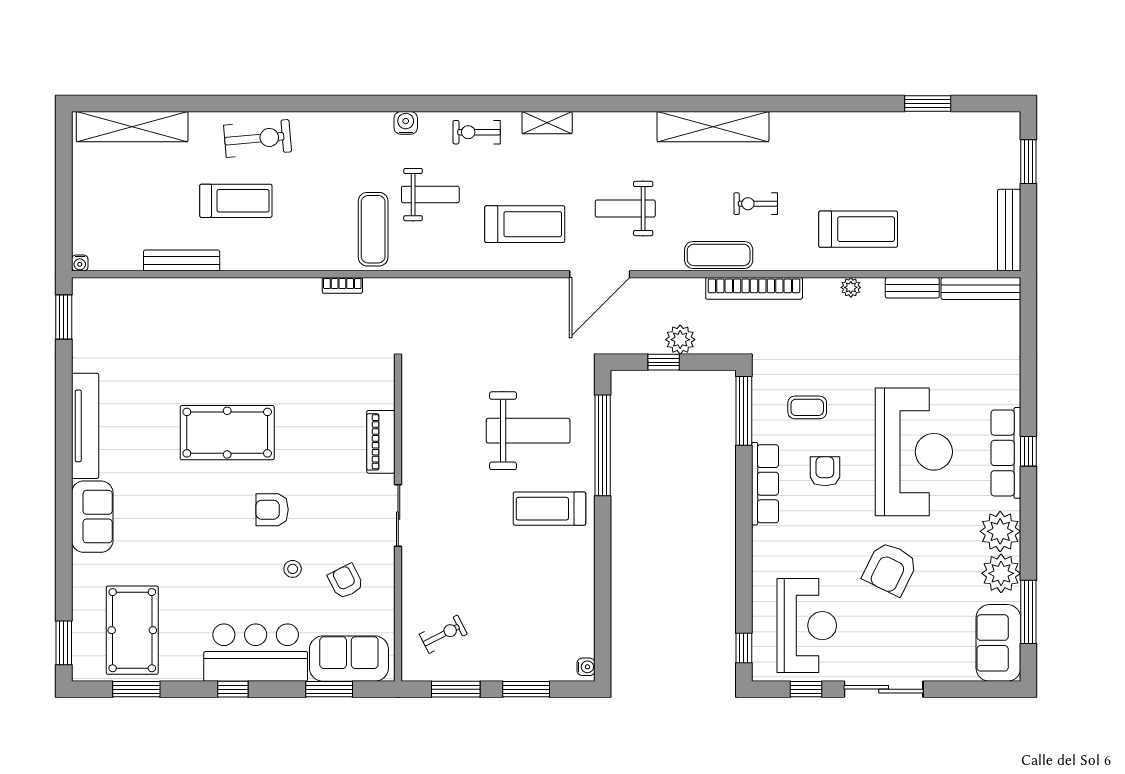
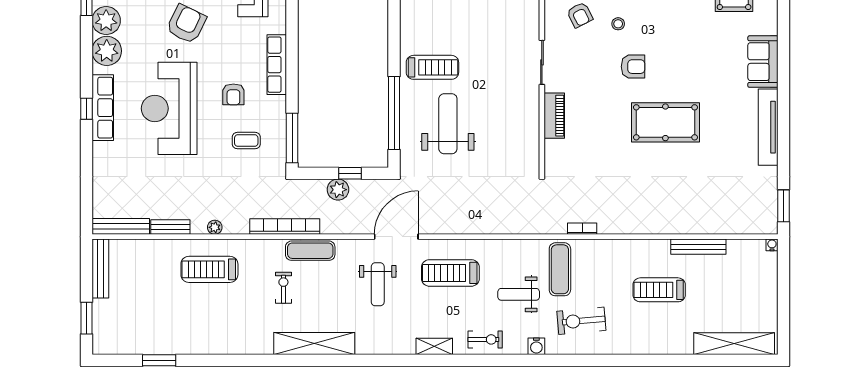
exercise bike: (258, 138) -> (581, 321), moved
exercise bike: (756, 204) -> (283, 288), turned -90
weight bench: (625, 208) -> (378, 284), turned 90
weight bench: (528, 431) -> (448, 124), turned 90
row of seats: (765, 484) -> (277, 65), moved

